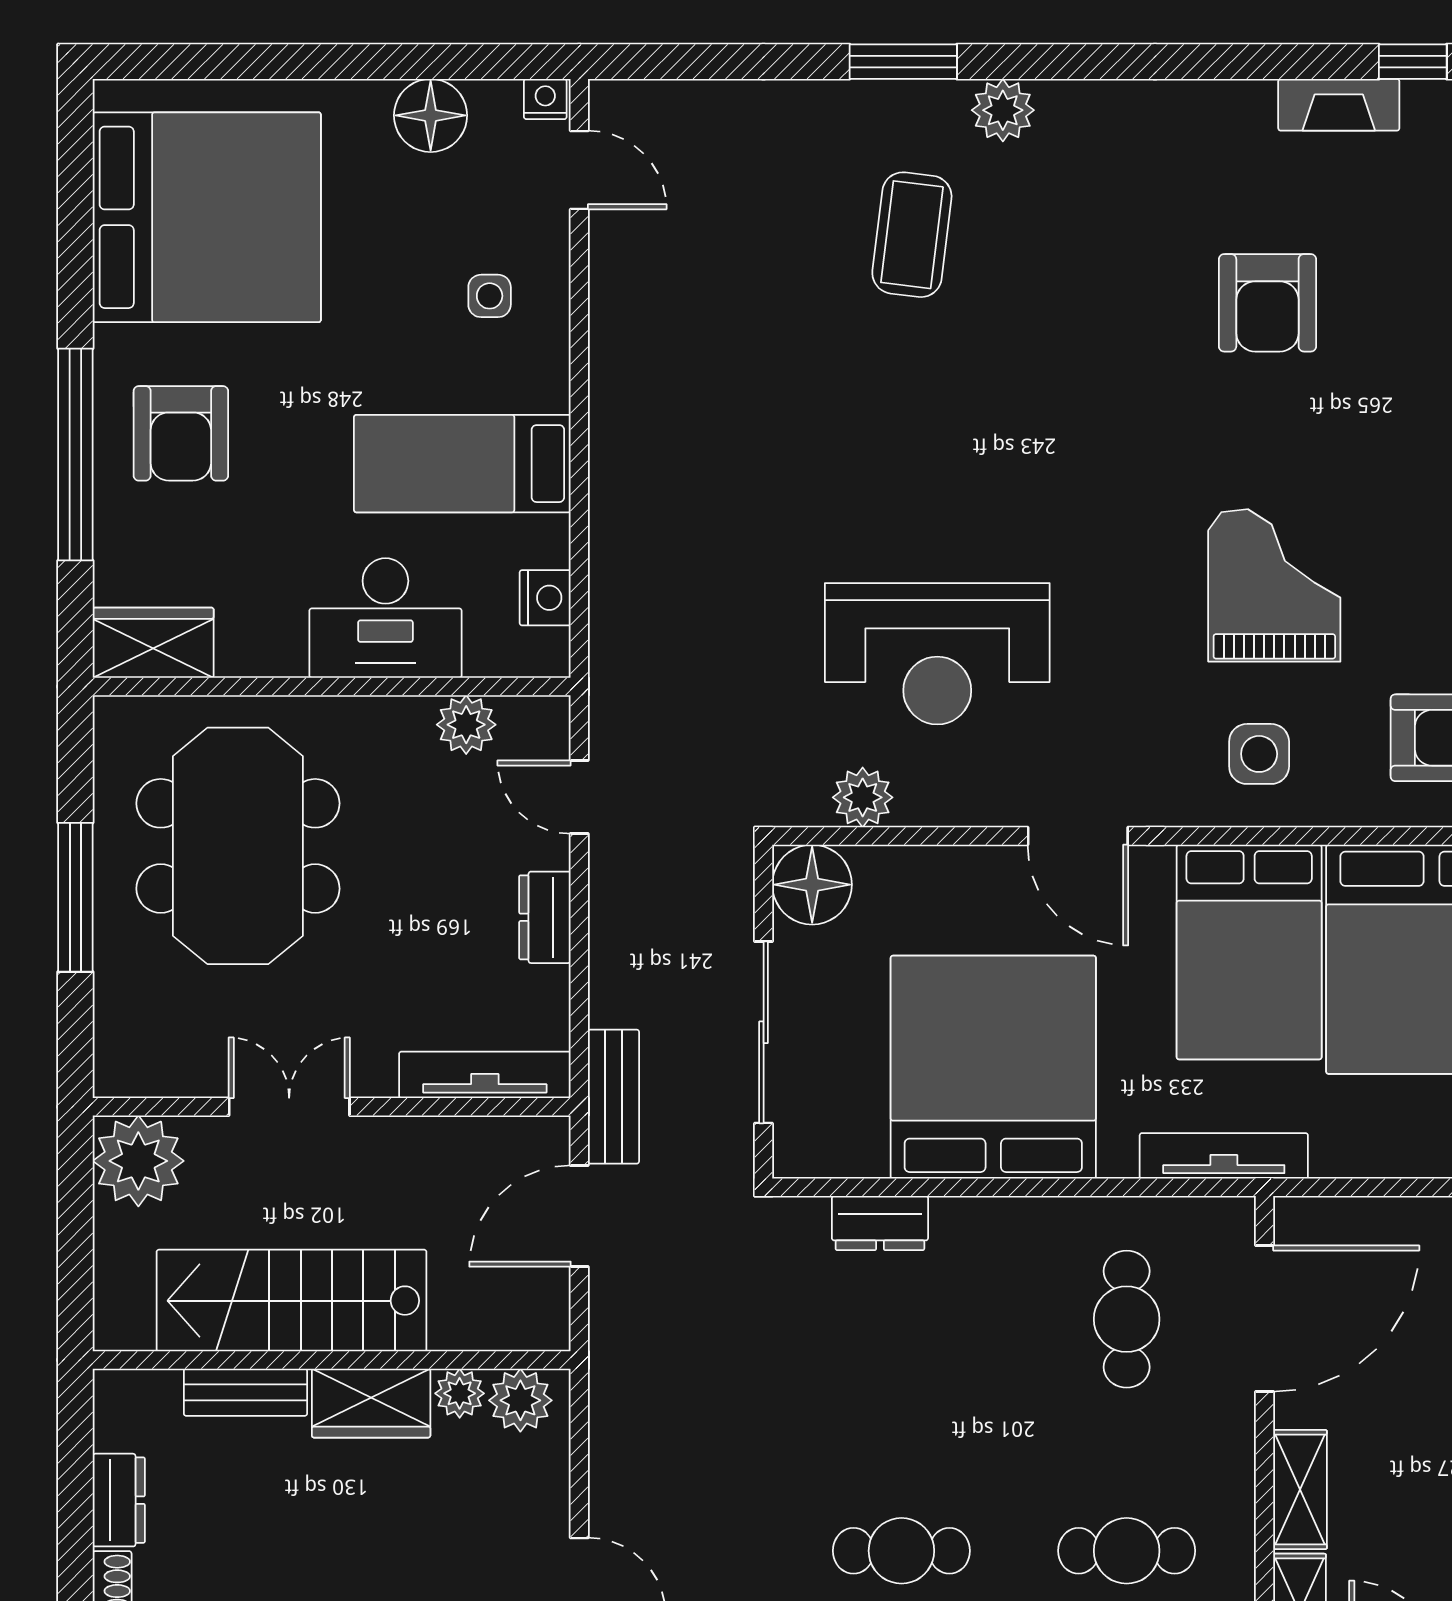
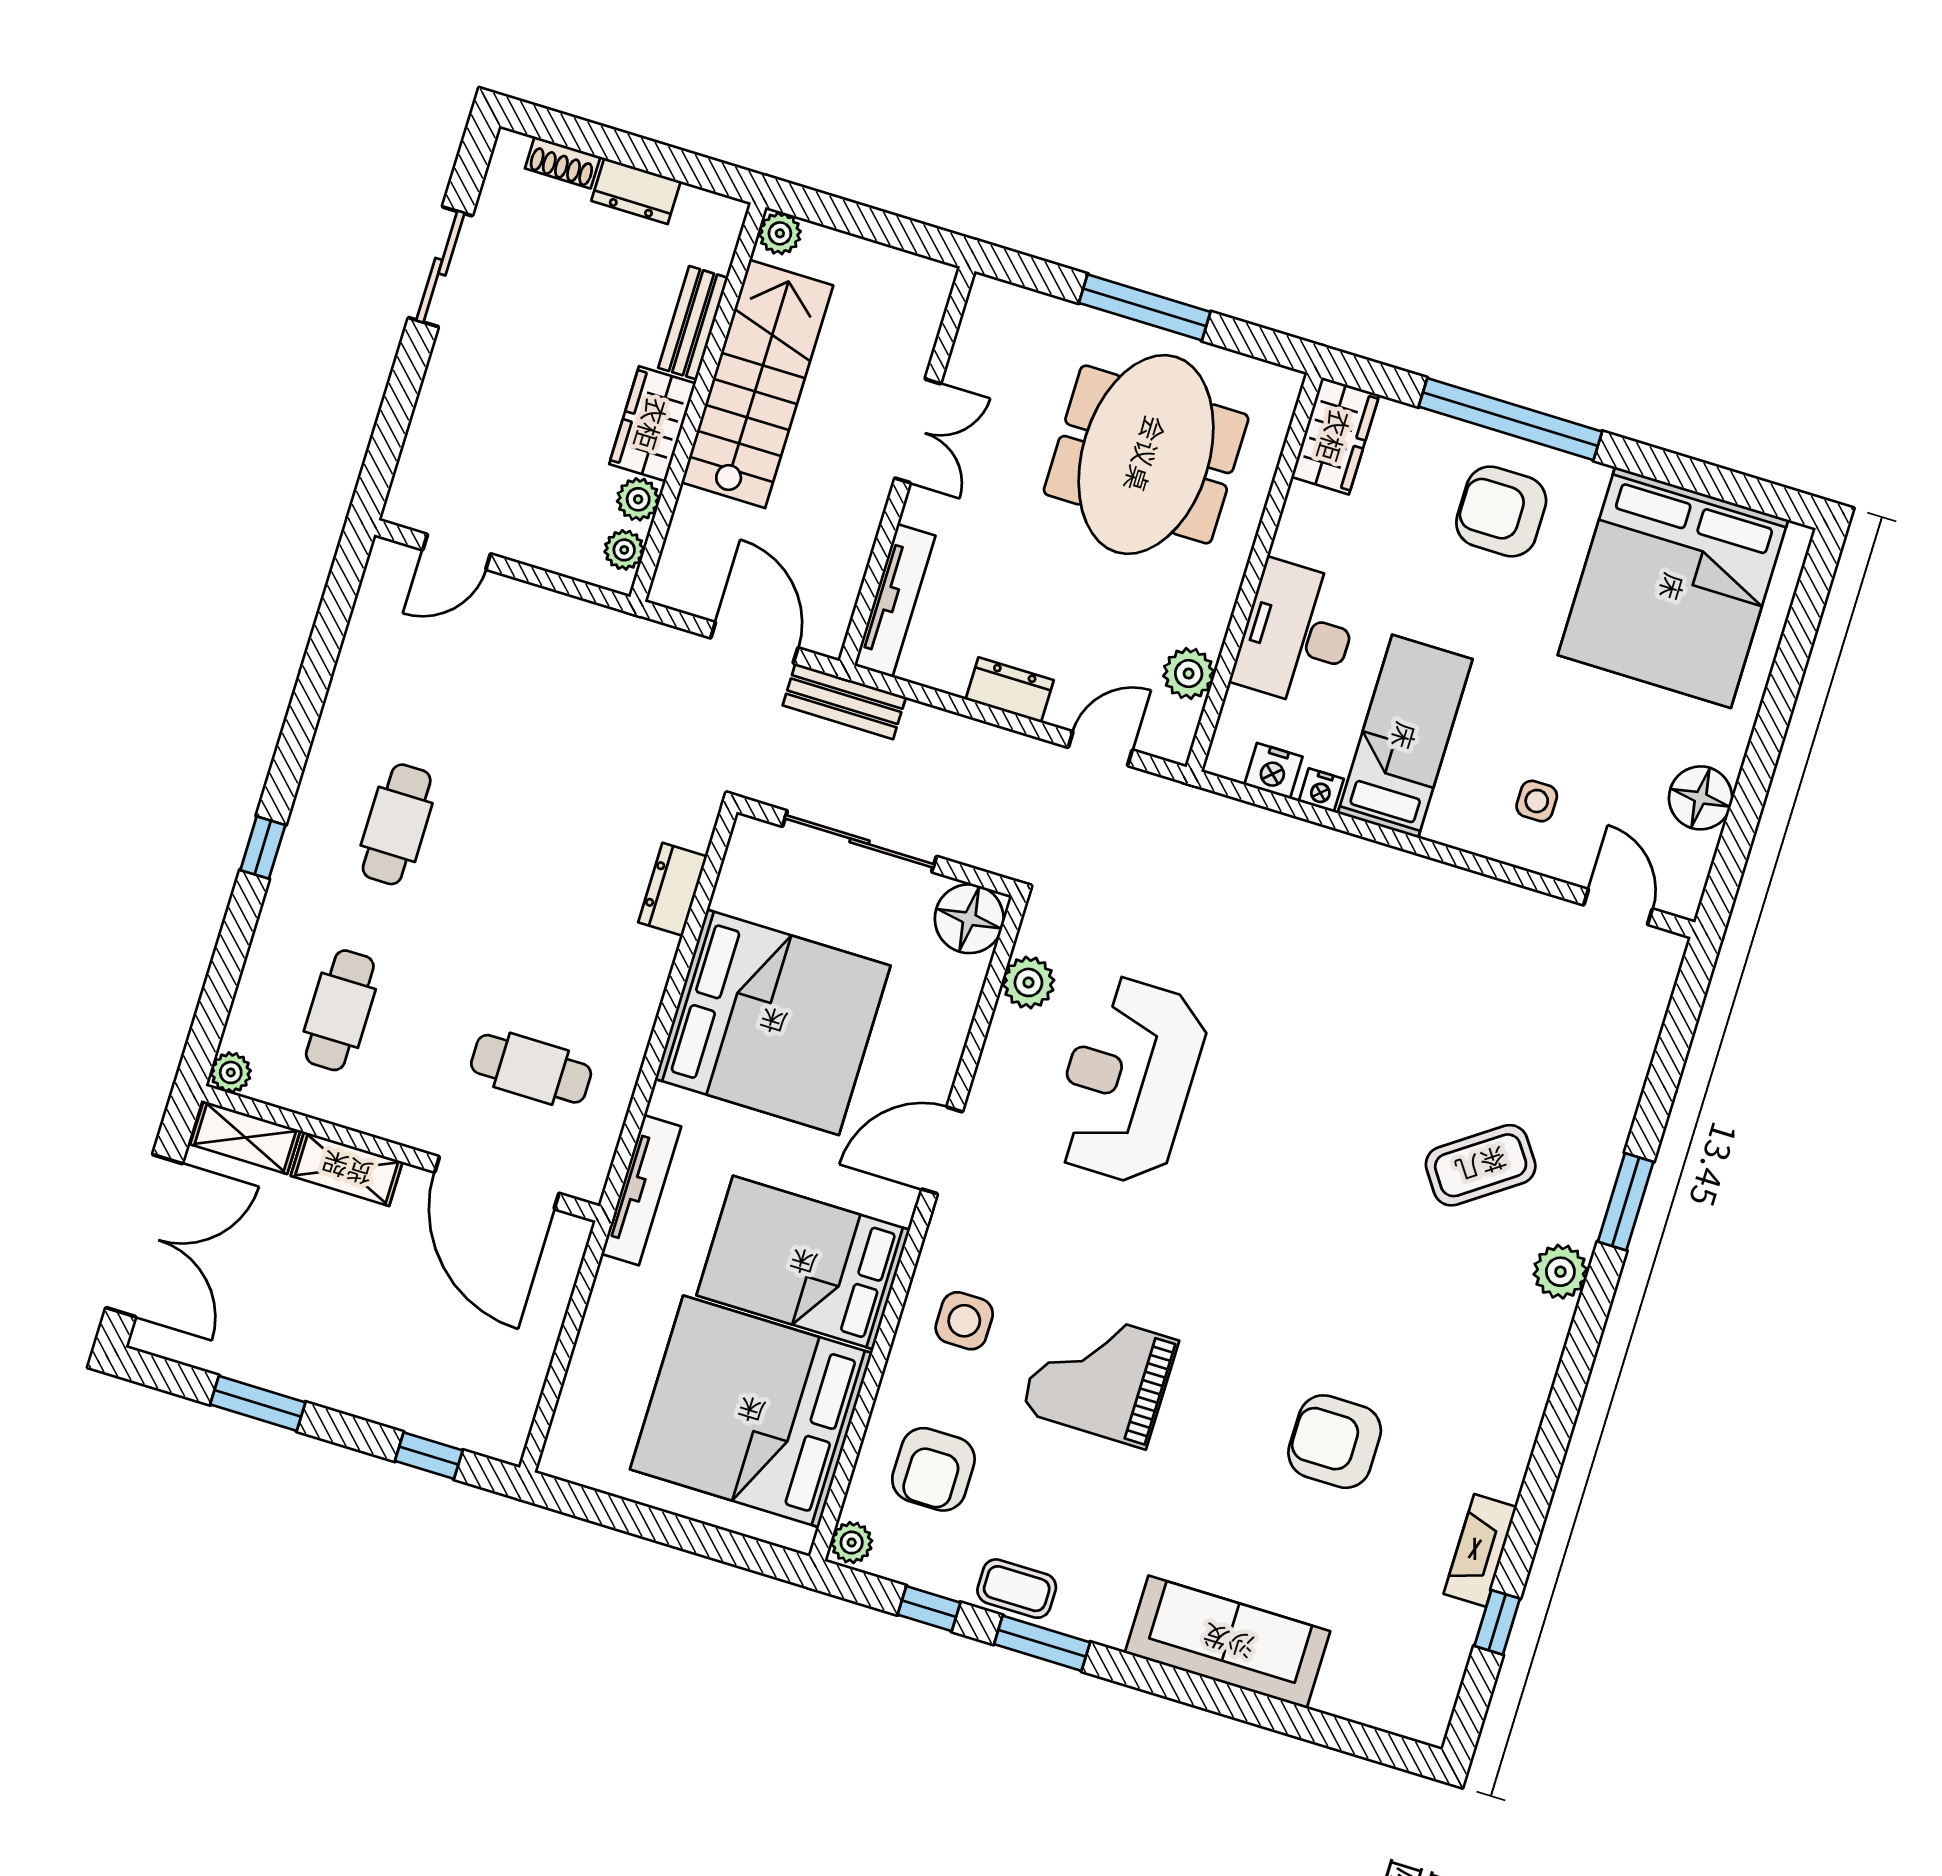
nightstand: (545, 99) -> (1321, 790), moved, turned 90
door: (579, 170) -> (1618, 907), swing flipped
coffee table: (912, 235) -> (1481, 1165), turned -42
grand piano: (1274, 585) -> (1100, 1376), turned 180
meeting table: (238, 846) -> (1146, 454), turned 90
plant: (138, 1161) -> (780, 233), moved, width x0.53, depth x0.53
plant: (520, 1400) -> (624, 550), width x0.73, depth x0.73

